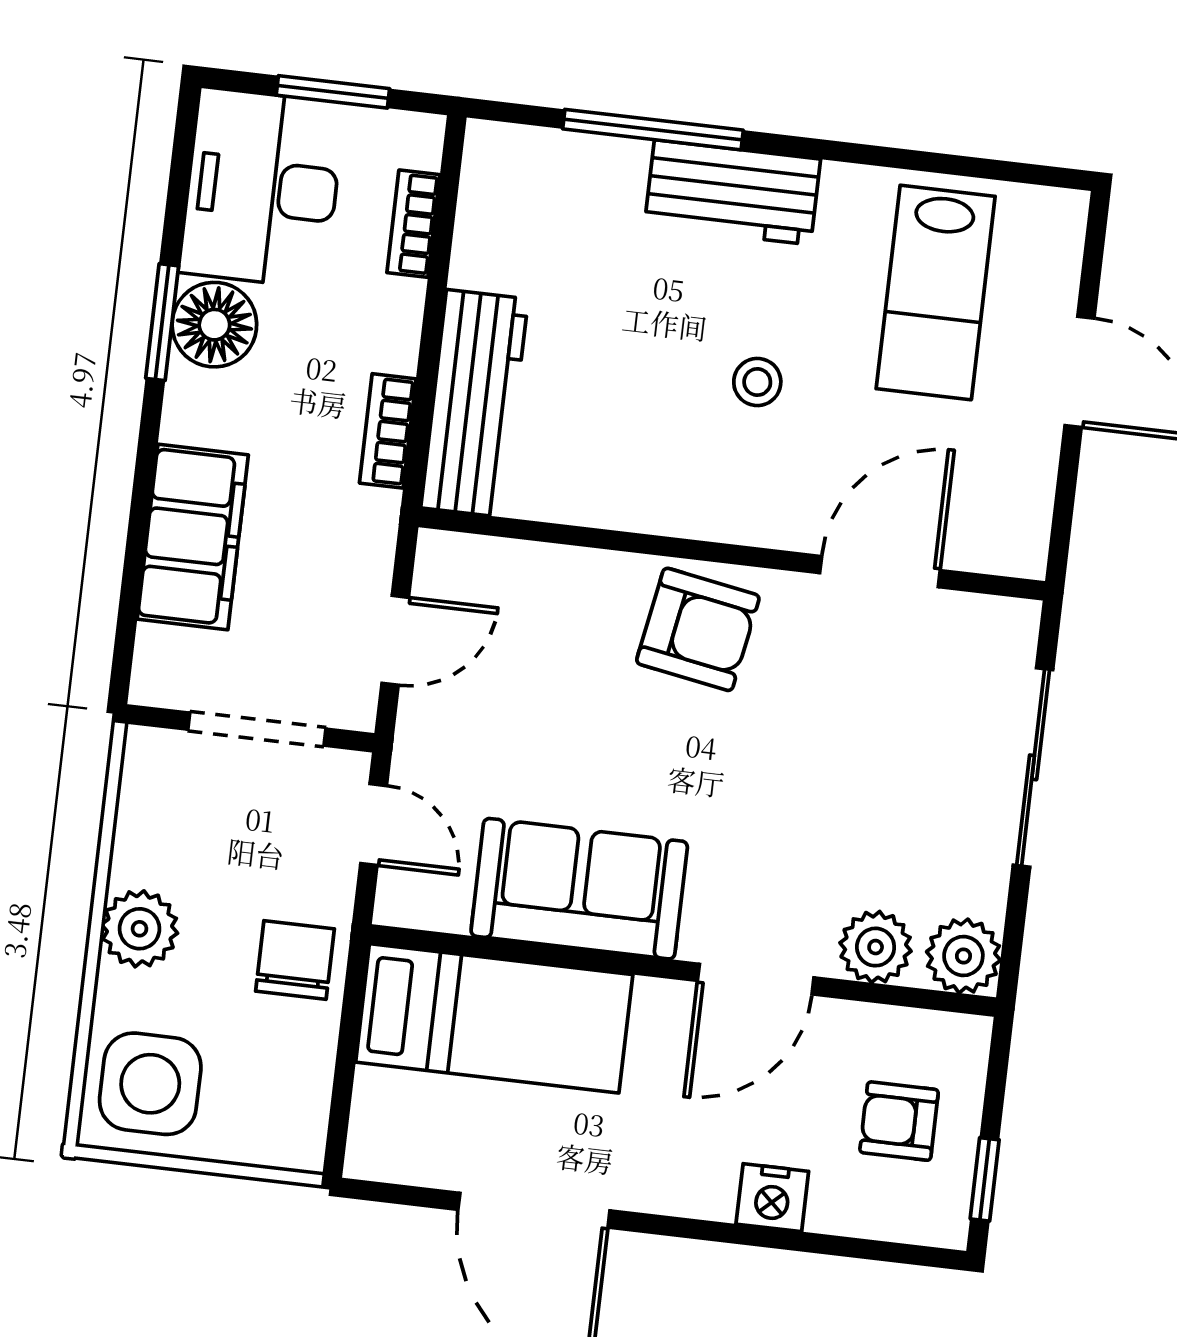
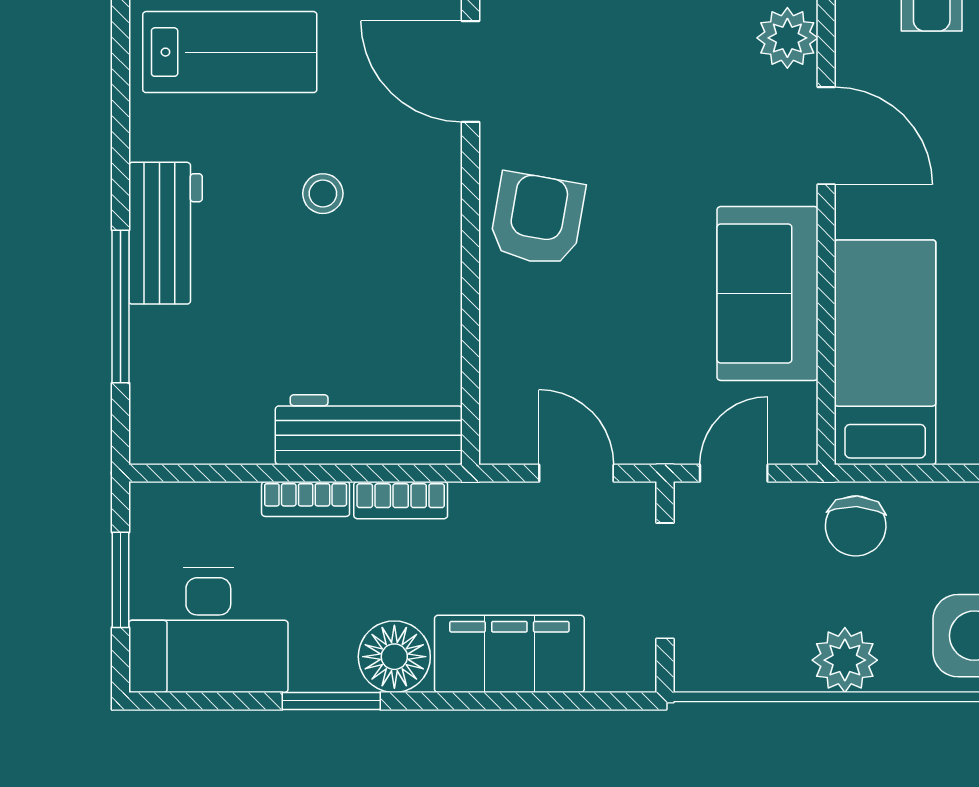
bookcase: (413, 224) -> (306, 499), moved
floor lamp: (214, 325) -> (394, 657), moved
chair: (295, 960) -> (856, 526), turned -87

